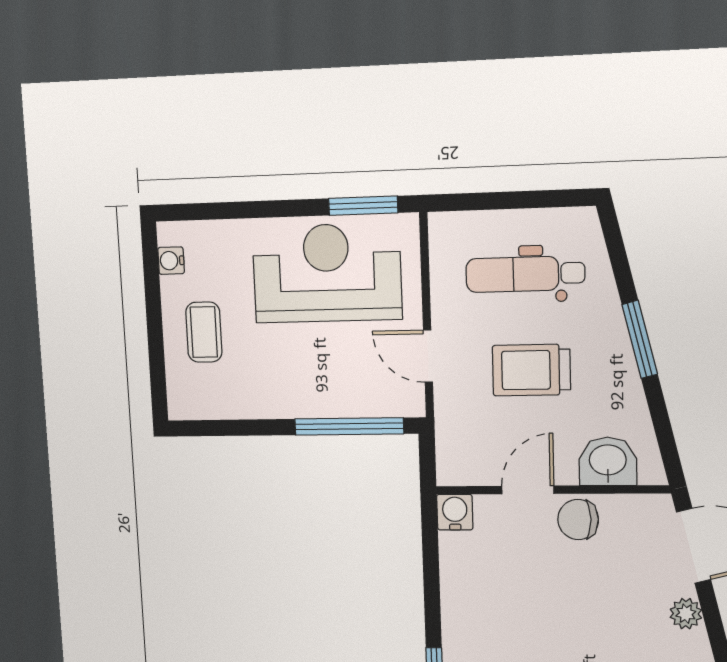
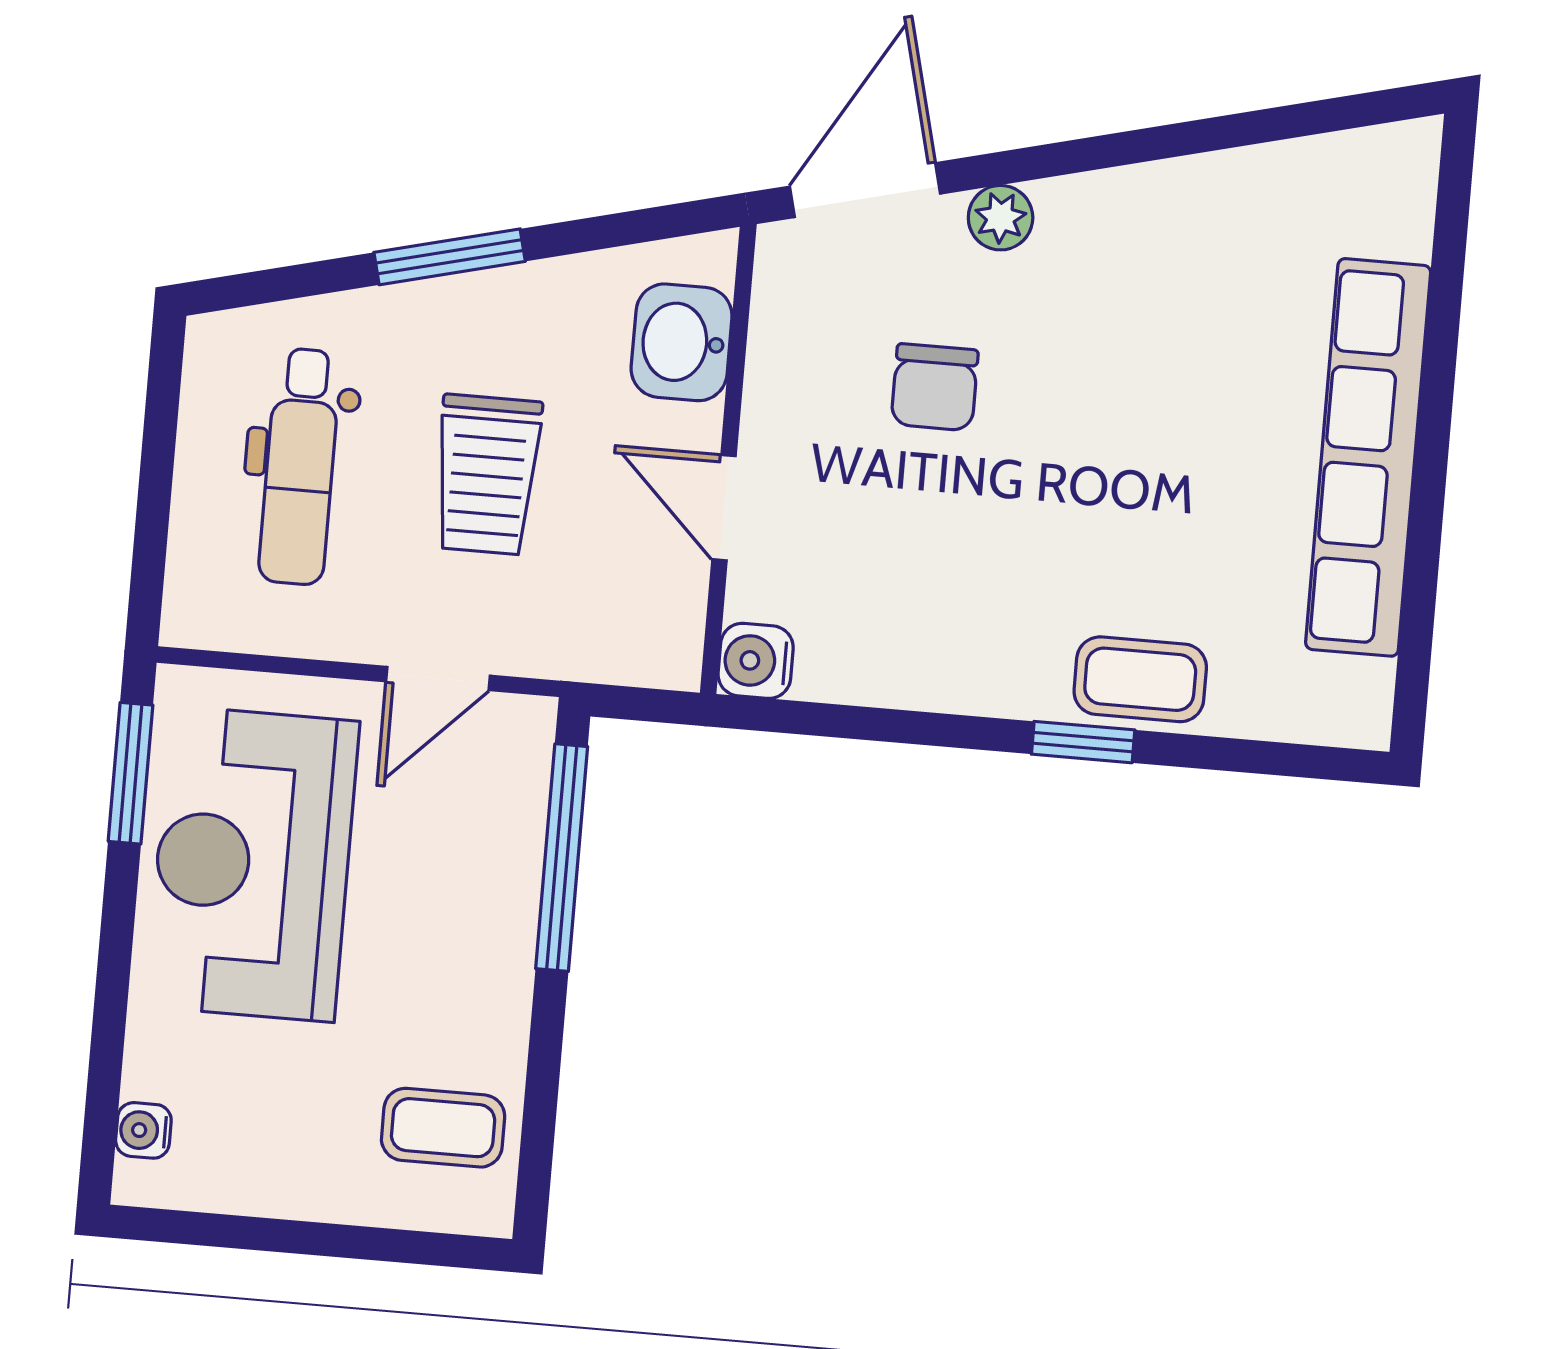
water cooler: (171, 261) -> (143, 1130), moved, turned 90
coffee table: (204, 332) -> (443, 1128), moved
chair: (578, 520) -> (935, 387), moved

